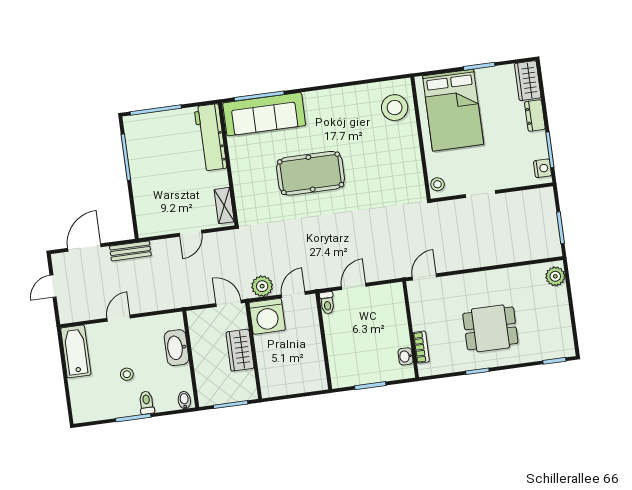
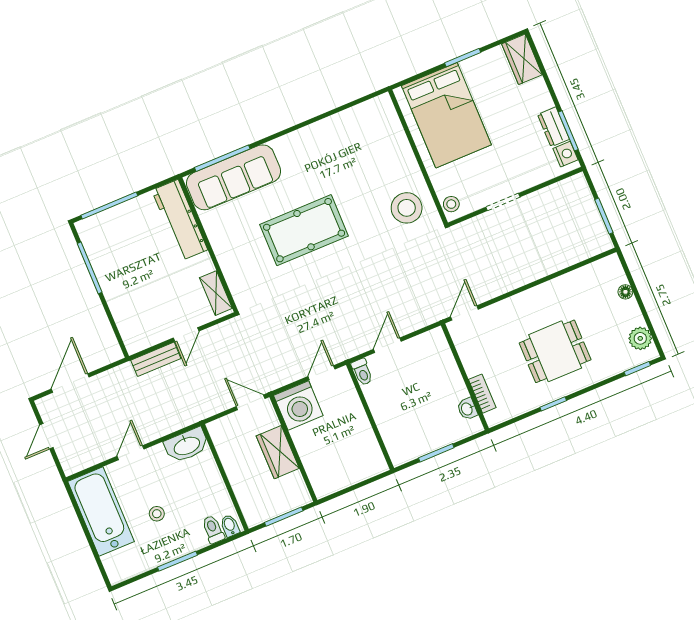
stool: (395, 108) -> (407, 208), moved
dresser: (535, 116) -> (553, 127), moved
bench: (130, 251) -> (156, 359), moved
plant: (555, 276) -> (640, 338), moved
plant: (262, 286) -> (283, 373), removed
floor lamp: (561, 295) -> (625, 292), added
washbasin: (176, 348) -> (187, 445), moved, turned -90
bathtub: (76, 351) -> (101, 511), width x1.36, depth x1.36
toilet: (147, 403) -> (213, 529), moved

